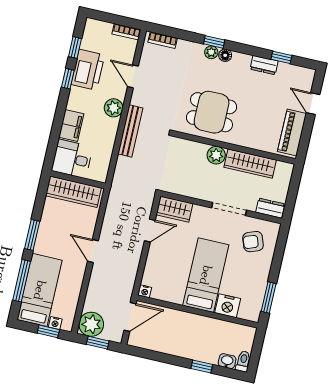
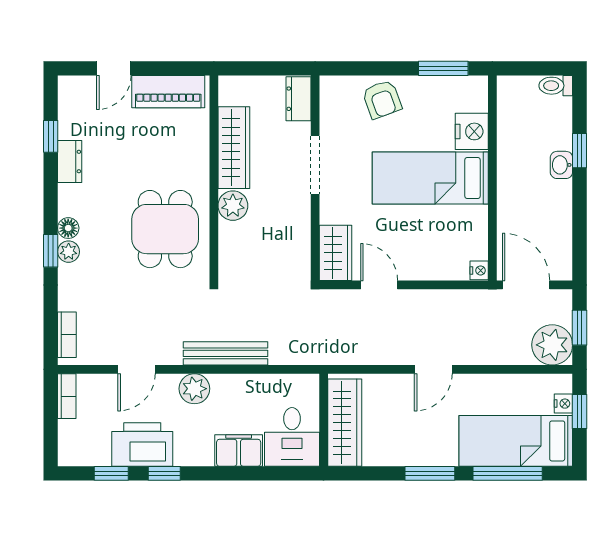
armchair: (253, 242) -> (382, 99), moved
washbasin: (227, 361) -> (561, 165), moved

